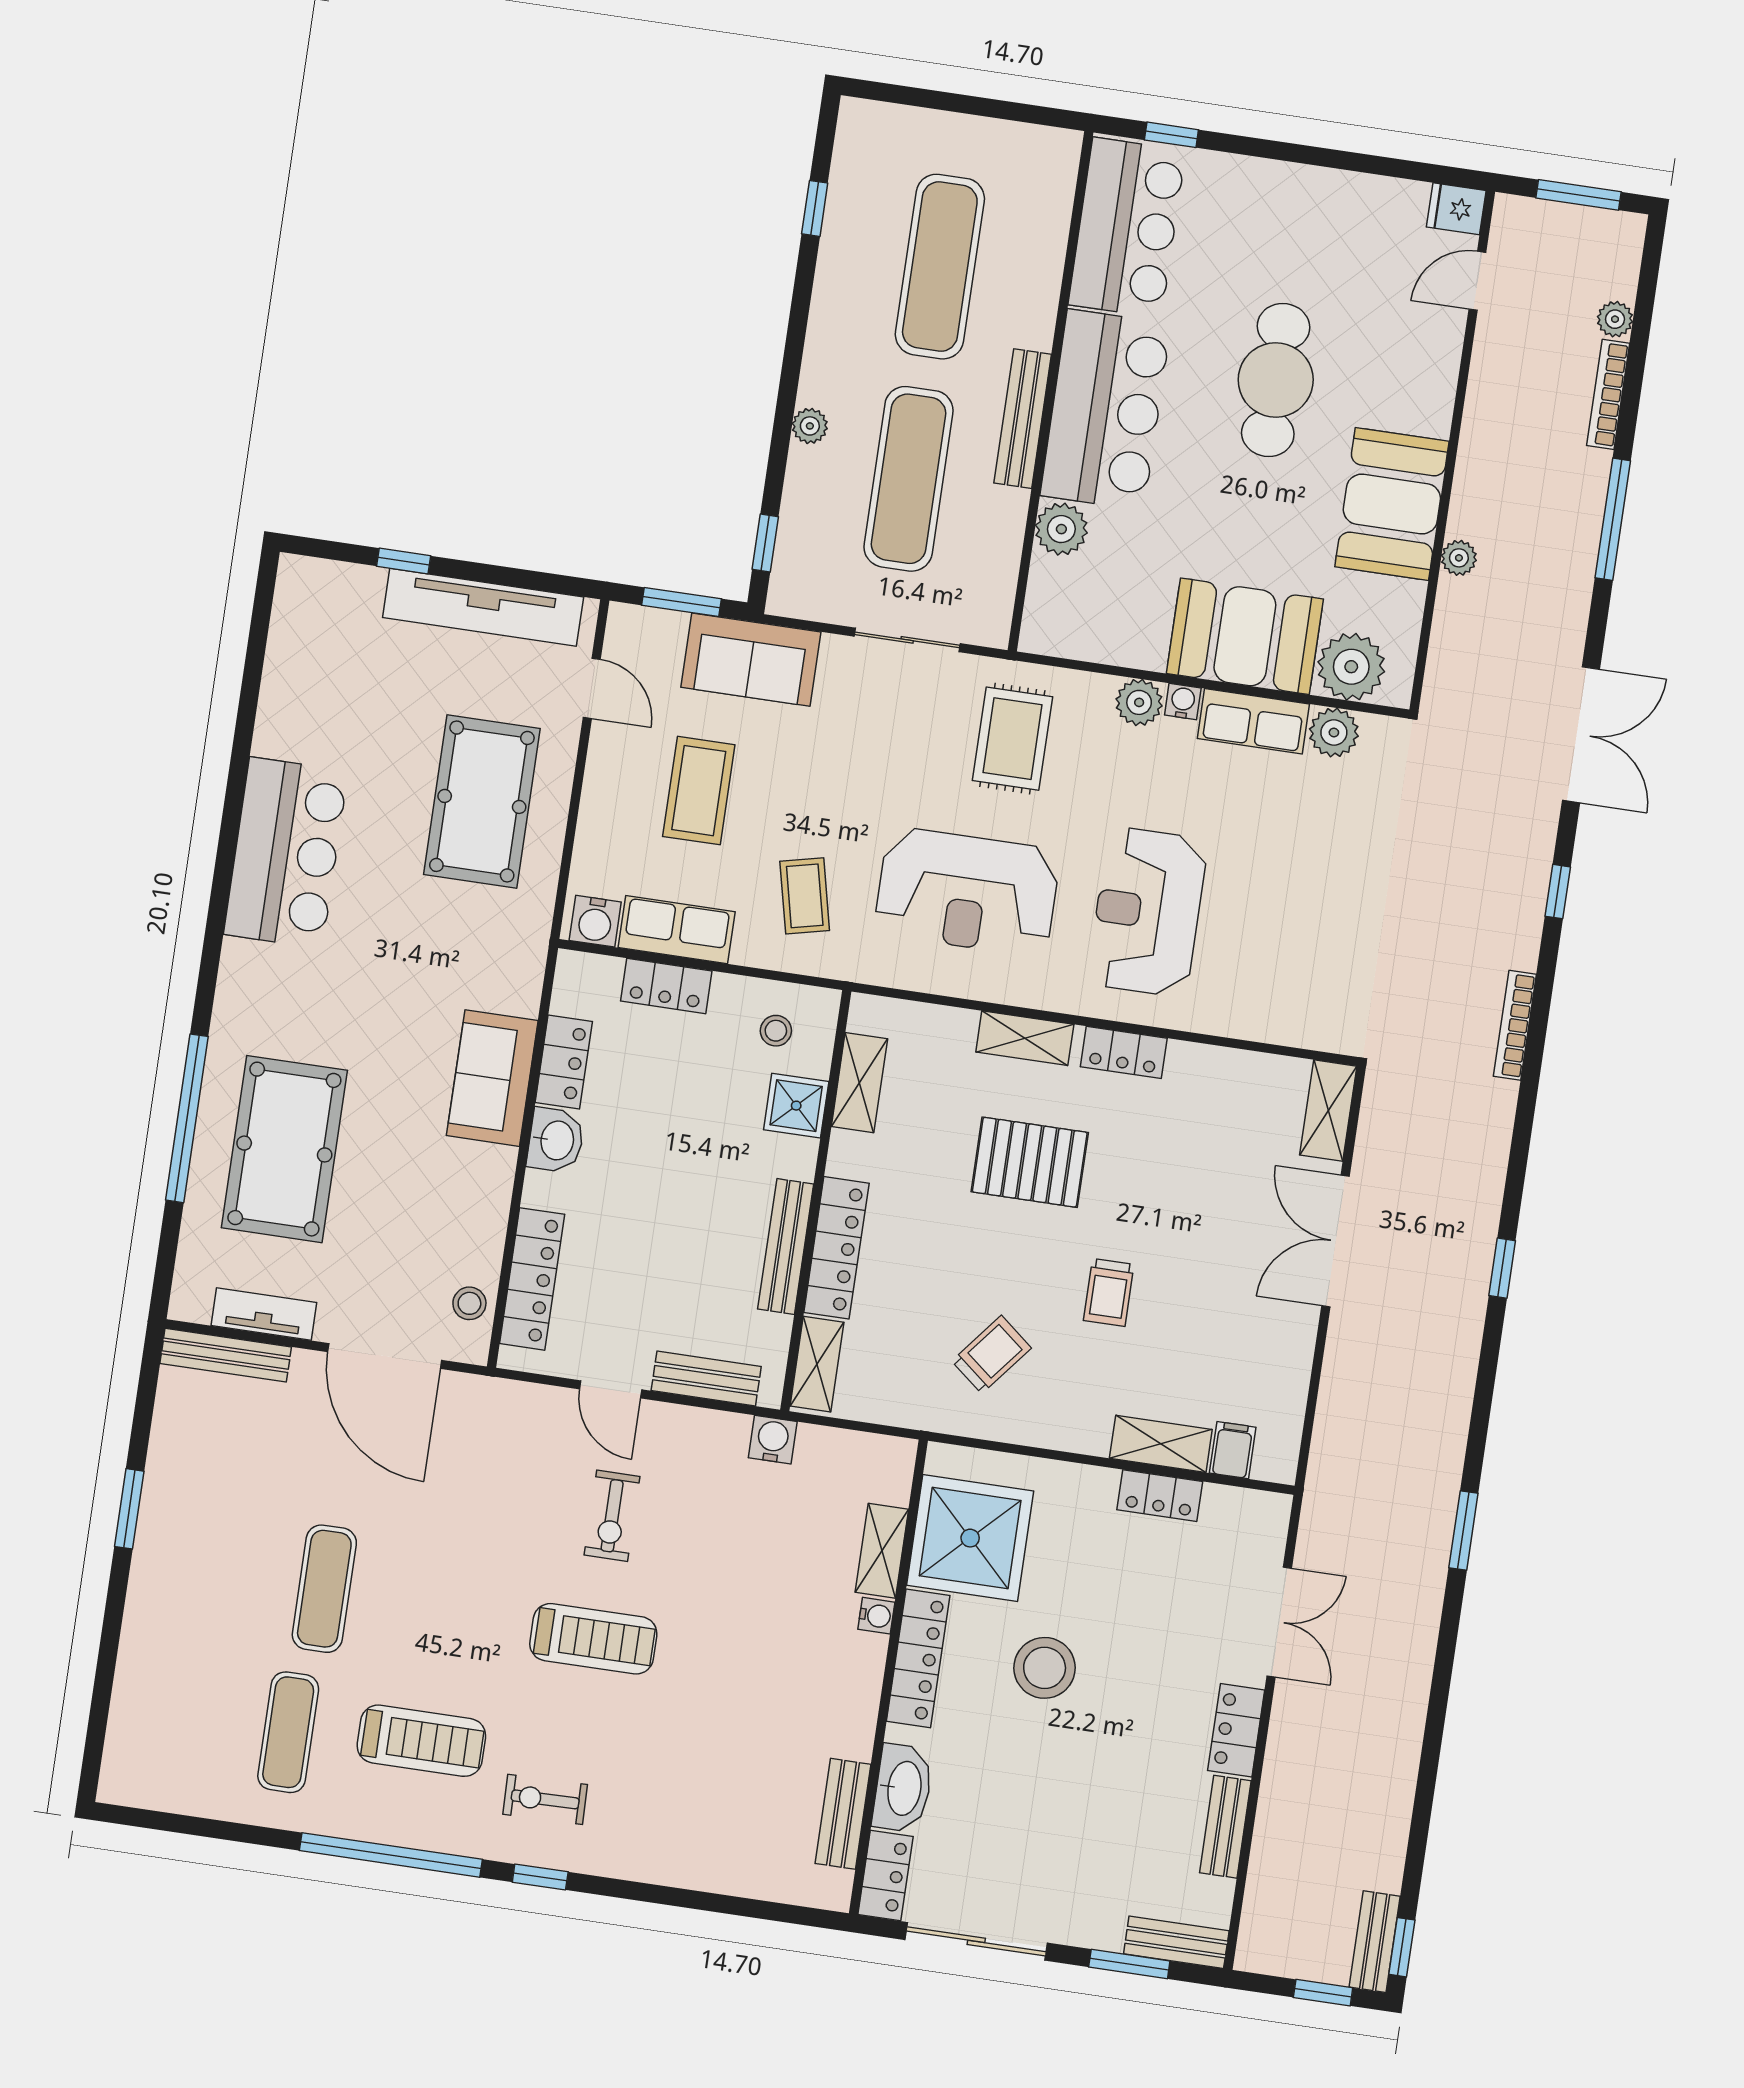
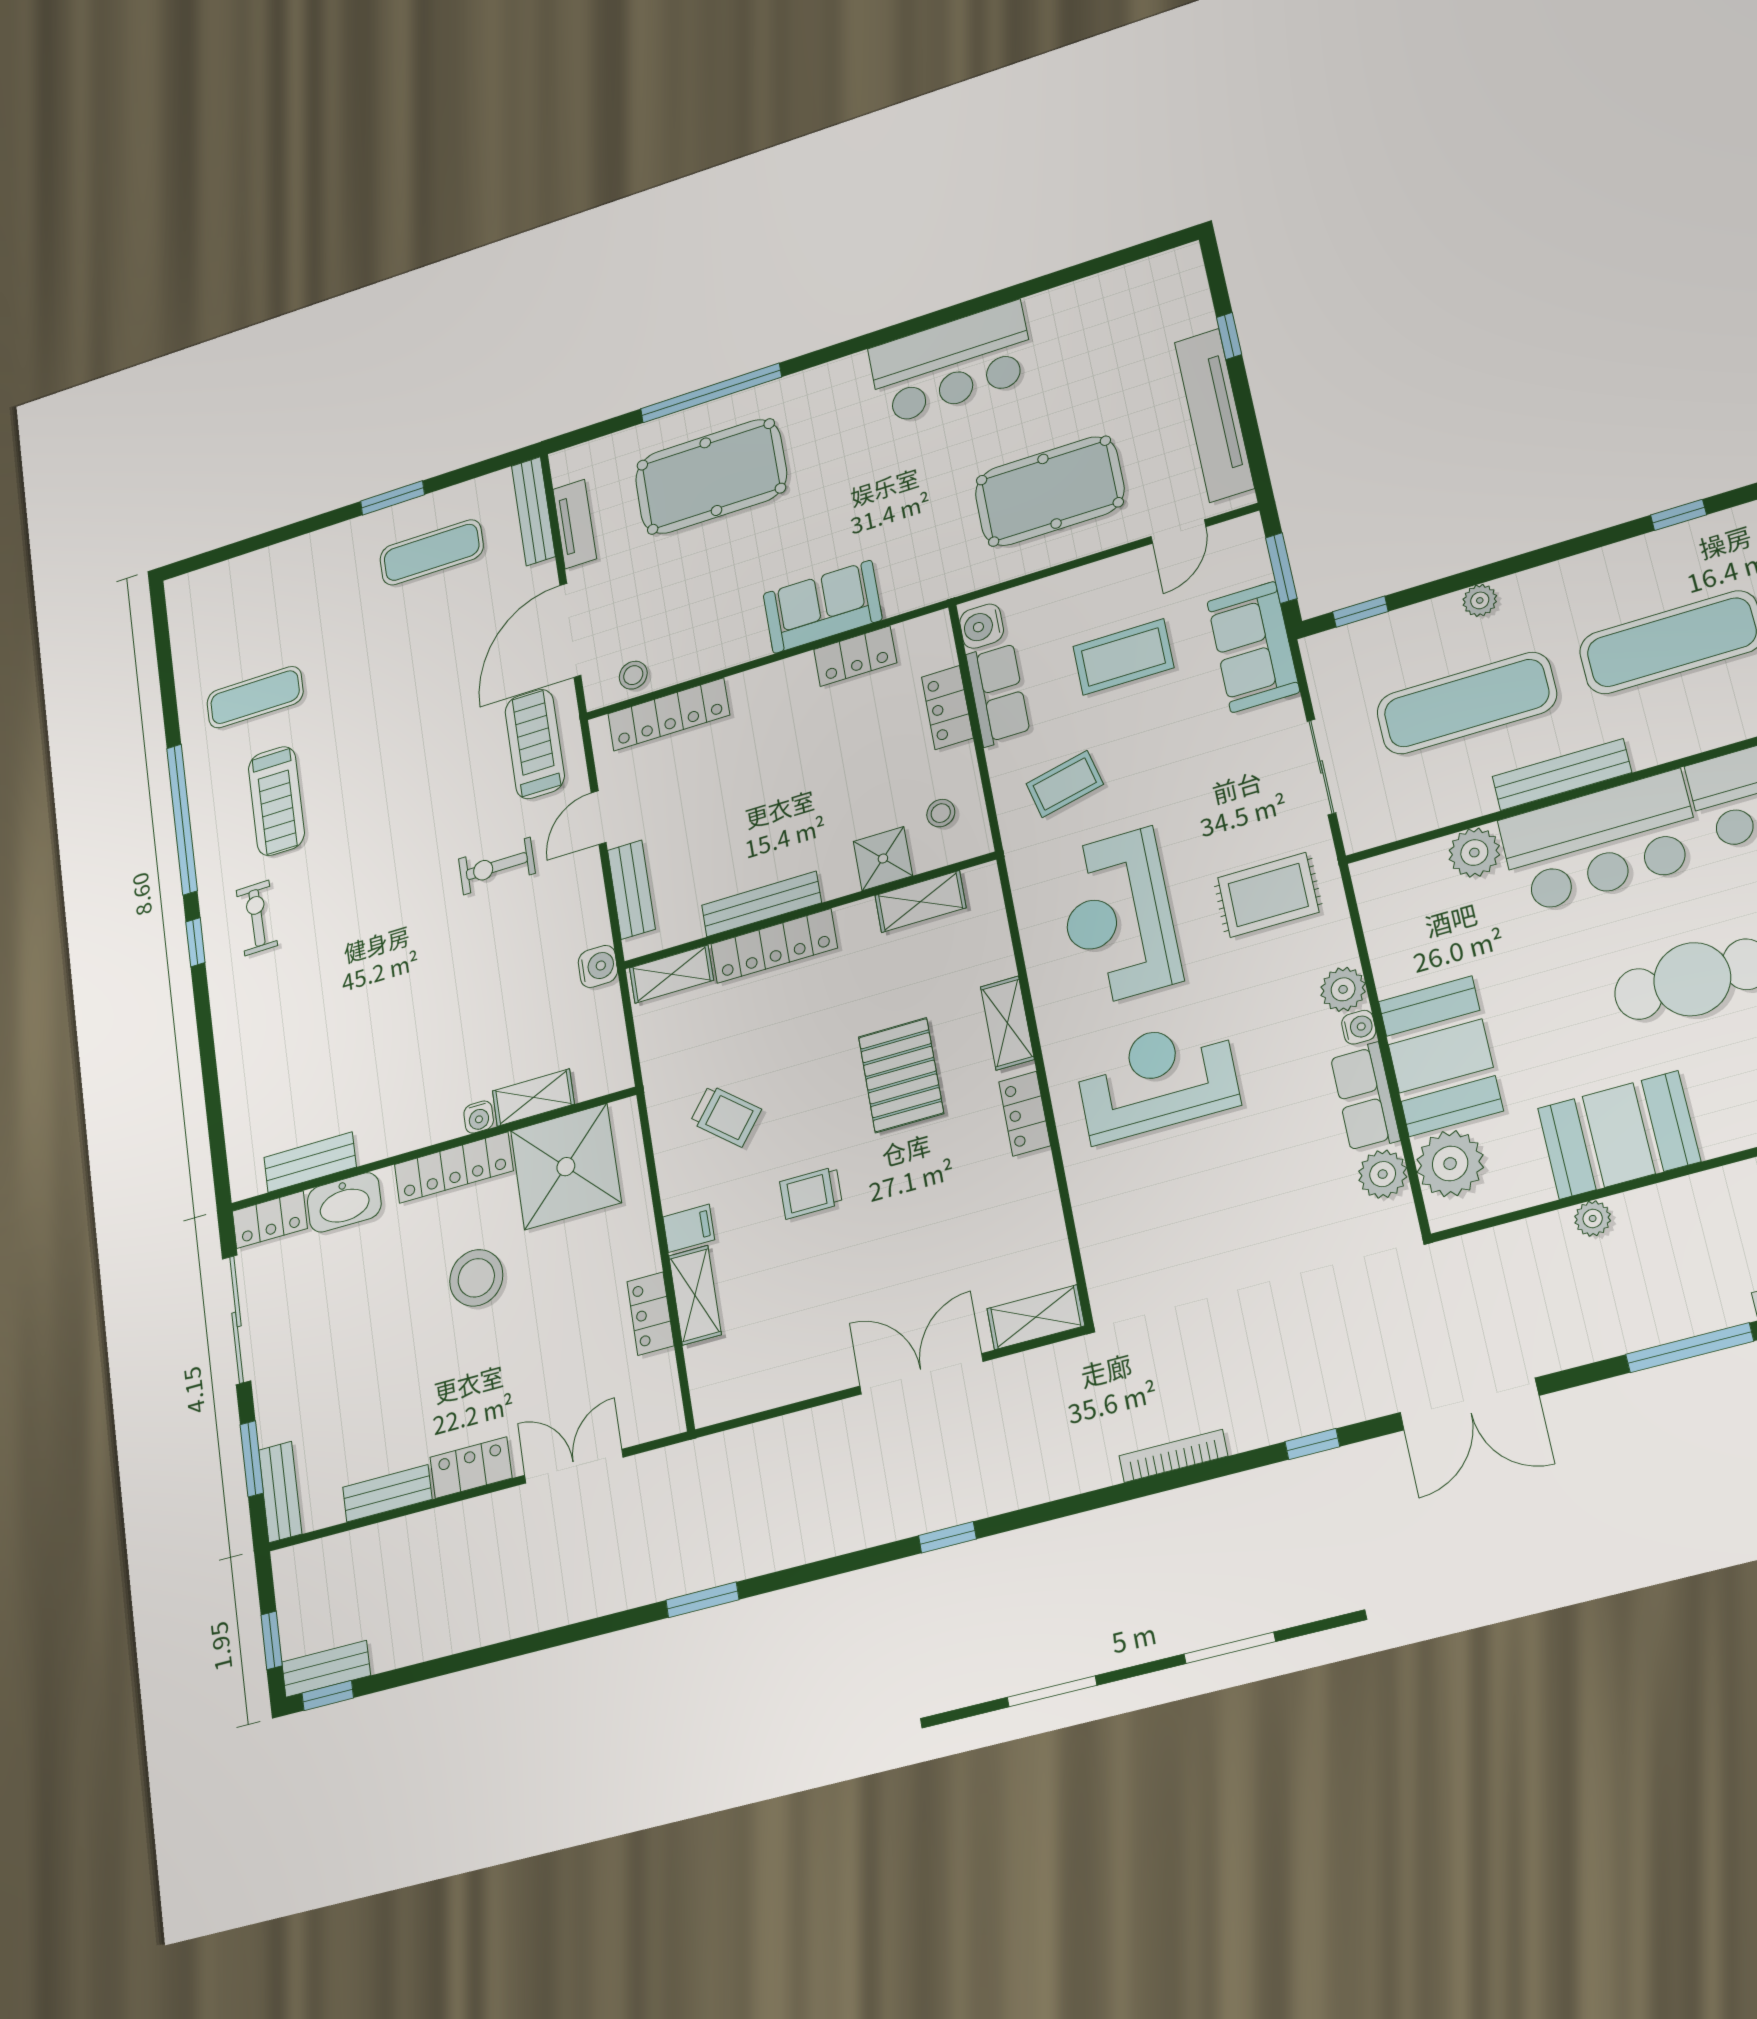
washbasin: (556, 1140) -> (788, 680), removed
filing cabinet: (1233, 1450) -> (689, 1228), moved
exercise mat: (324, 1589) -> (432, 552), moved
double door: (1279, 1622) -> (574, 1466), swing flipped
treadmill: (593, 1639) -> (535, 744), moved, turned 180

